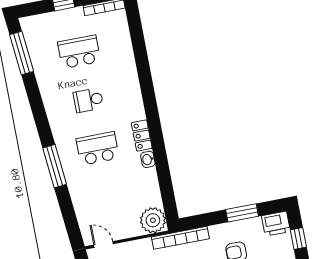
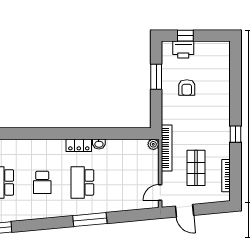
plant: (153, 220) -> (153, 144), width x0.53, depth x0.53
printer: (276, 224) -> (183, 49), moved, turned 90
bookcase: (180, 238) -> (167, 148), moved

